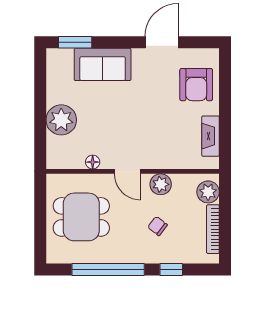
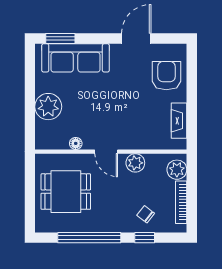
sofa: (103, 64) -> (76, 58), width x1.36
armchair: (196, 85) -> (166, 76), turned 180
chair: (158, 226) -> (146, 214), moved

